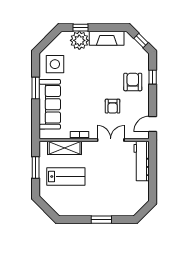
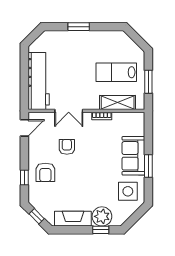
sofa: (50, 104) -> (133, 156), width x0.73
workbench: (142, 161) -> (39, 81), width x1.36, depth x1.32

